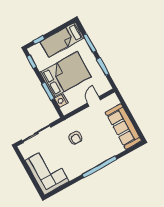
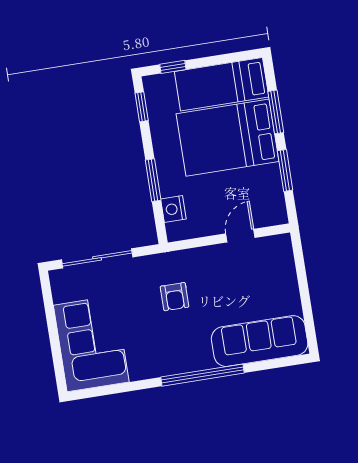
bed: (65, 74) -> (228, 138), moved, turned 180
sofa: (123, 127) -> (260, 341), moved, turned 90

